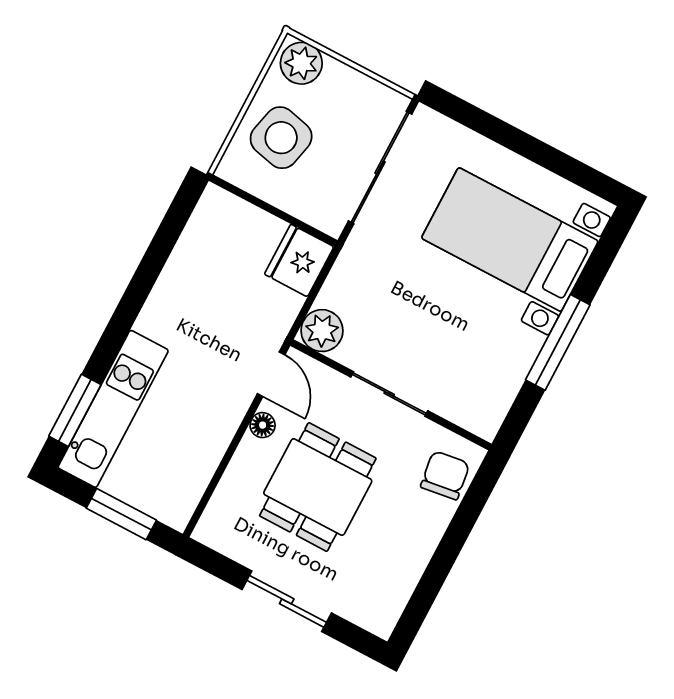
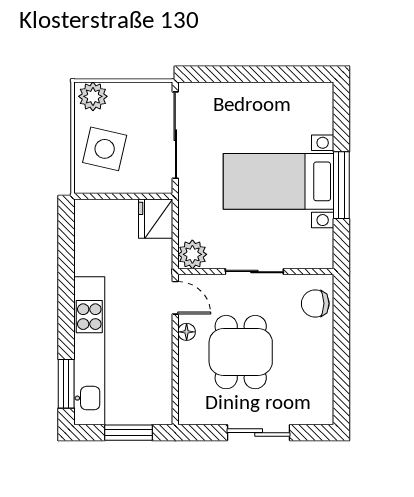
bed with nightstands: (510, 240) -> (279, 181), moved
kitchen unit: (113, 409) -> (89, 351), width x1.36
chair: (445, 475) -> (315, 304), turned -82

